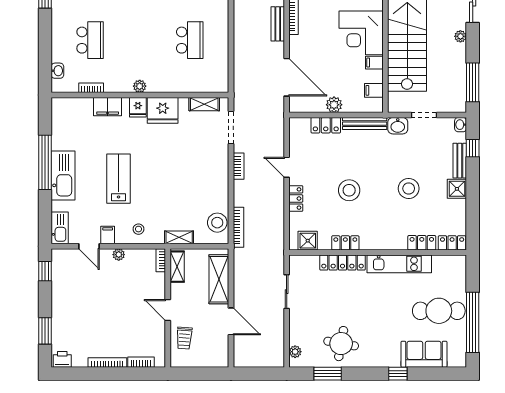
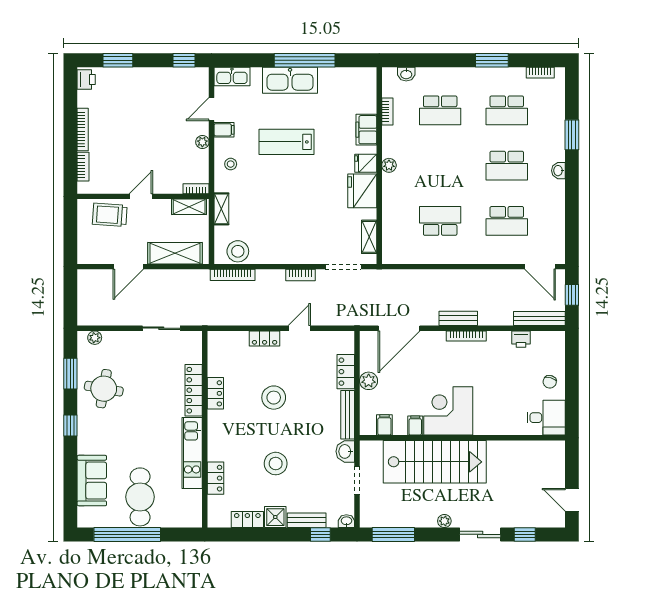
school desk: (190, 40) -> (440, 221), turned 180
lab bench: (119, 179) -> (287, 142), turned 180
shower: (308, 241) -> (218, 352), removed
locker: (452, 243) -> (247, 520), moved, turned -90
trolley: (184, 338) -> (110, 215), width x1.36, depth x1.39
window: (398, 374) -> (70, 426), moved

